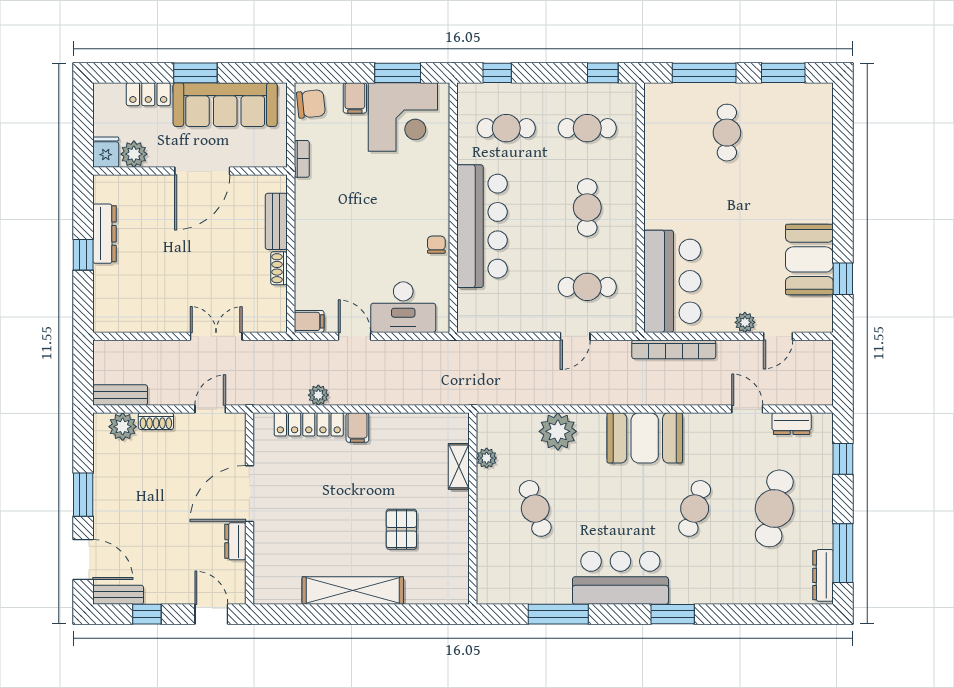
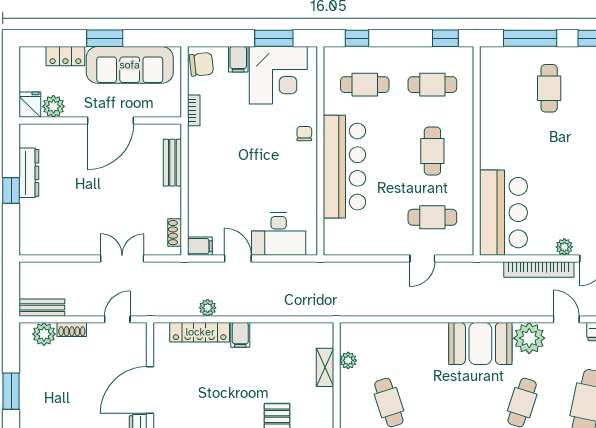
chair: (436, 245) -> (304, 134), moved
shoe rack: (279, 268) -> (175, 233), moved
bookcase: (674, 349) -> (539, 269), moved
plant: (558, 431) -> (529, 338), moved

